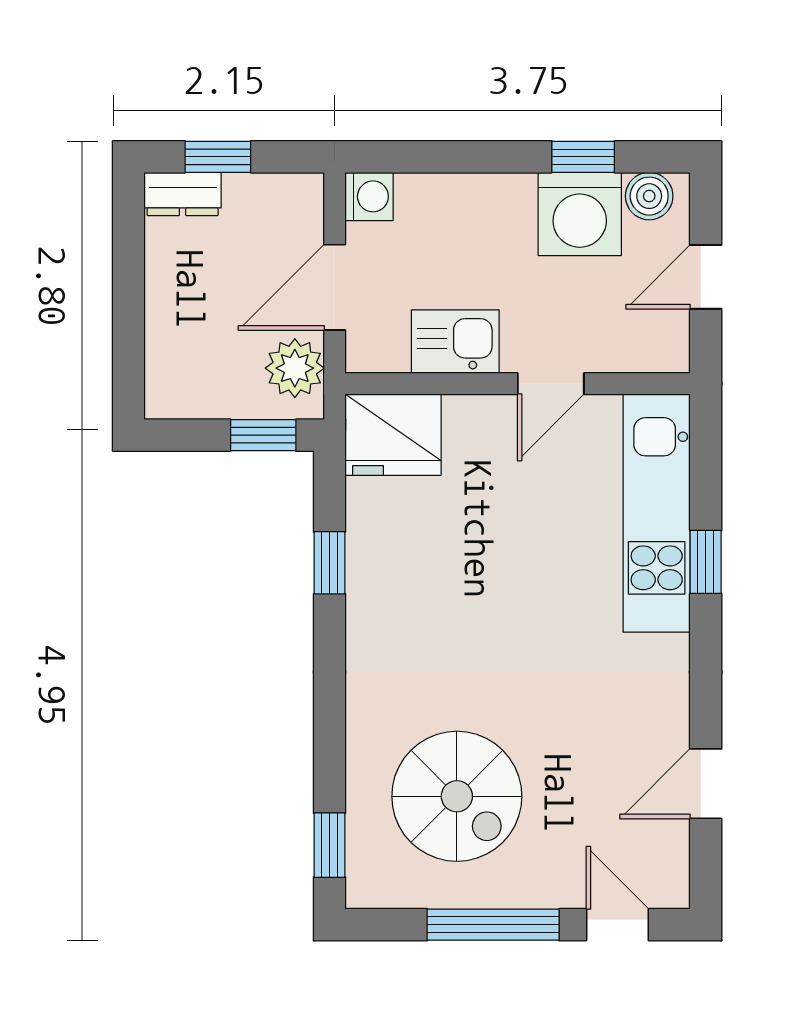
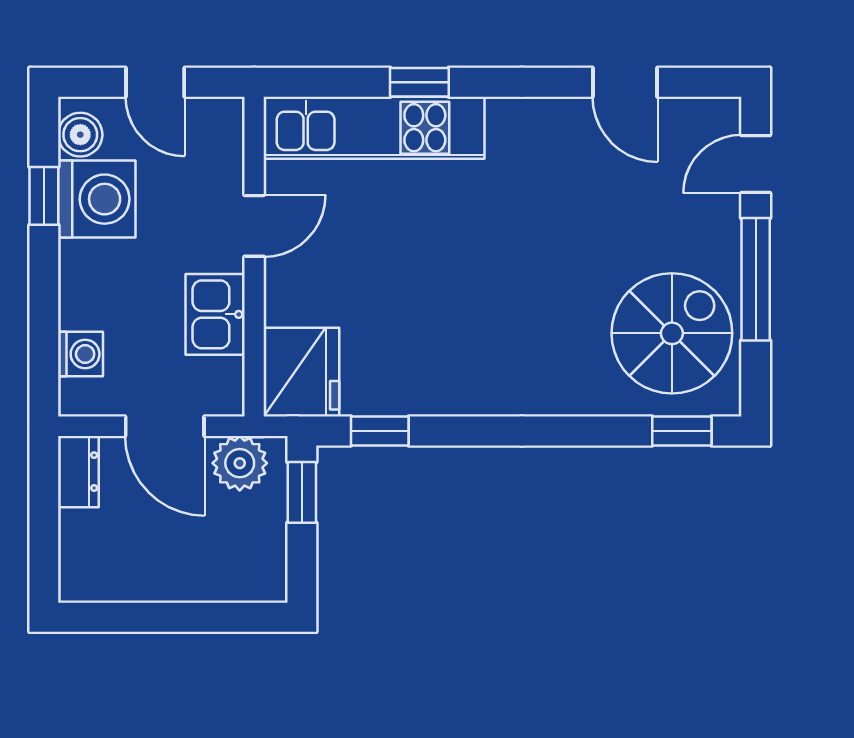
window: (218, 157) -> (44, 534), removed
dresser: (183, 194) -> (78, 472), moved
washing machine: (369, 196) -> (81, 354), moved, turned 90
door: (551, 384) -> (254, 226), hinge flipped
window: (329, 563) -> (380, 431), moved
spiral stairs: (457, 796) -> (672, 333), moved

